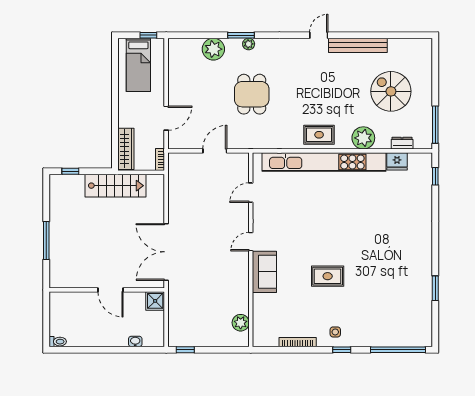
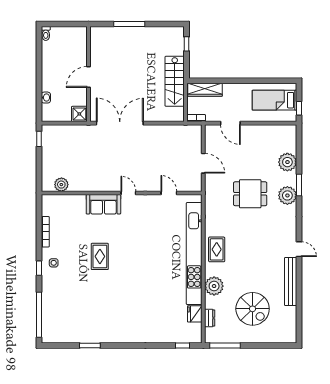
plant: (249, 44) -> (287, 195), width x1.88, depth x1.88
spiral stairs: (391, 91) -> (253, 309), turned 90

